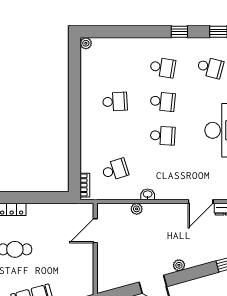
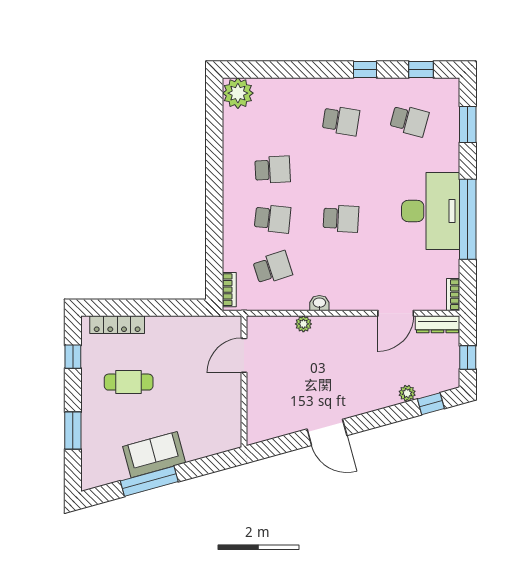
plant: (86, 43) -> (238, 93), width x1.87, depth x1.87
school desk: (163, 102) -> (273, 219), moved
plant: (179, 265) -> (407, 393), moved

